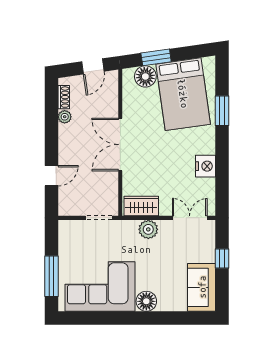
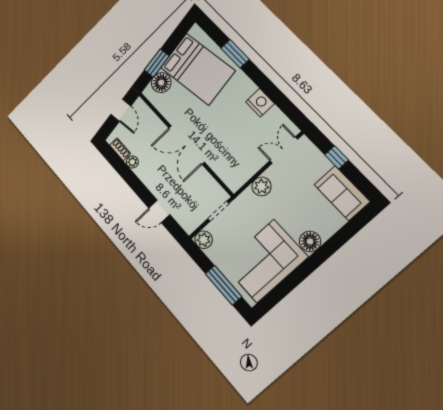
door: (51, 176) -> (159, 211), swing flipped
wardrobe: (141, 206) -> (241, 174), removed
plant: (67, 229) -> (204, 240), added

